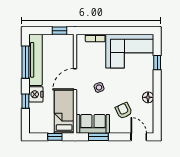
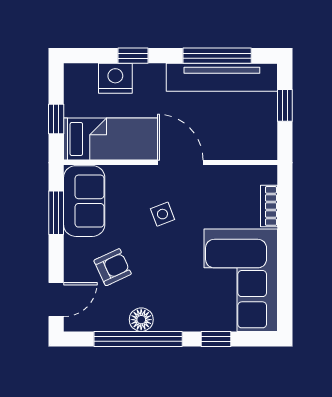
window: (60, 31) -> (285, 105), moved
nightstand: (36, 94) -> (115, 78), moved
window: (157, 99) -> (138, 339), added

